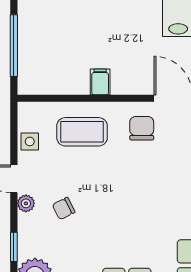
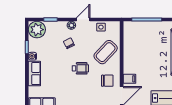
filing cabinet: (100, 82) -> (129, 79), moved
coffee table: (82, 132) -> (106, 52), turned 43
wheelchair: (116, 185) -> (80, 68), added

